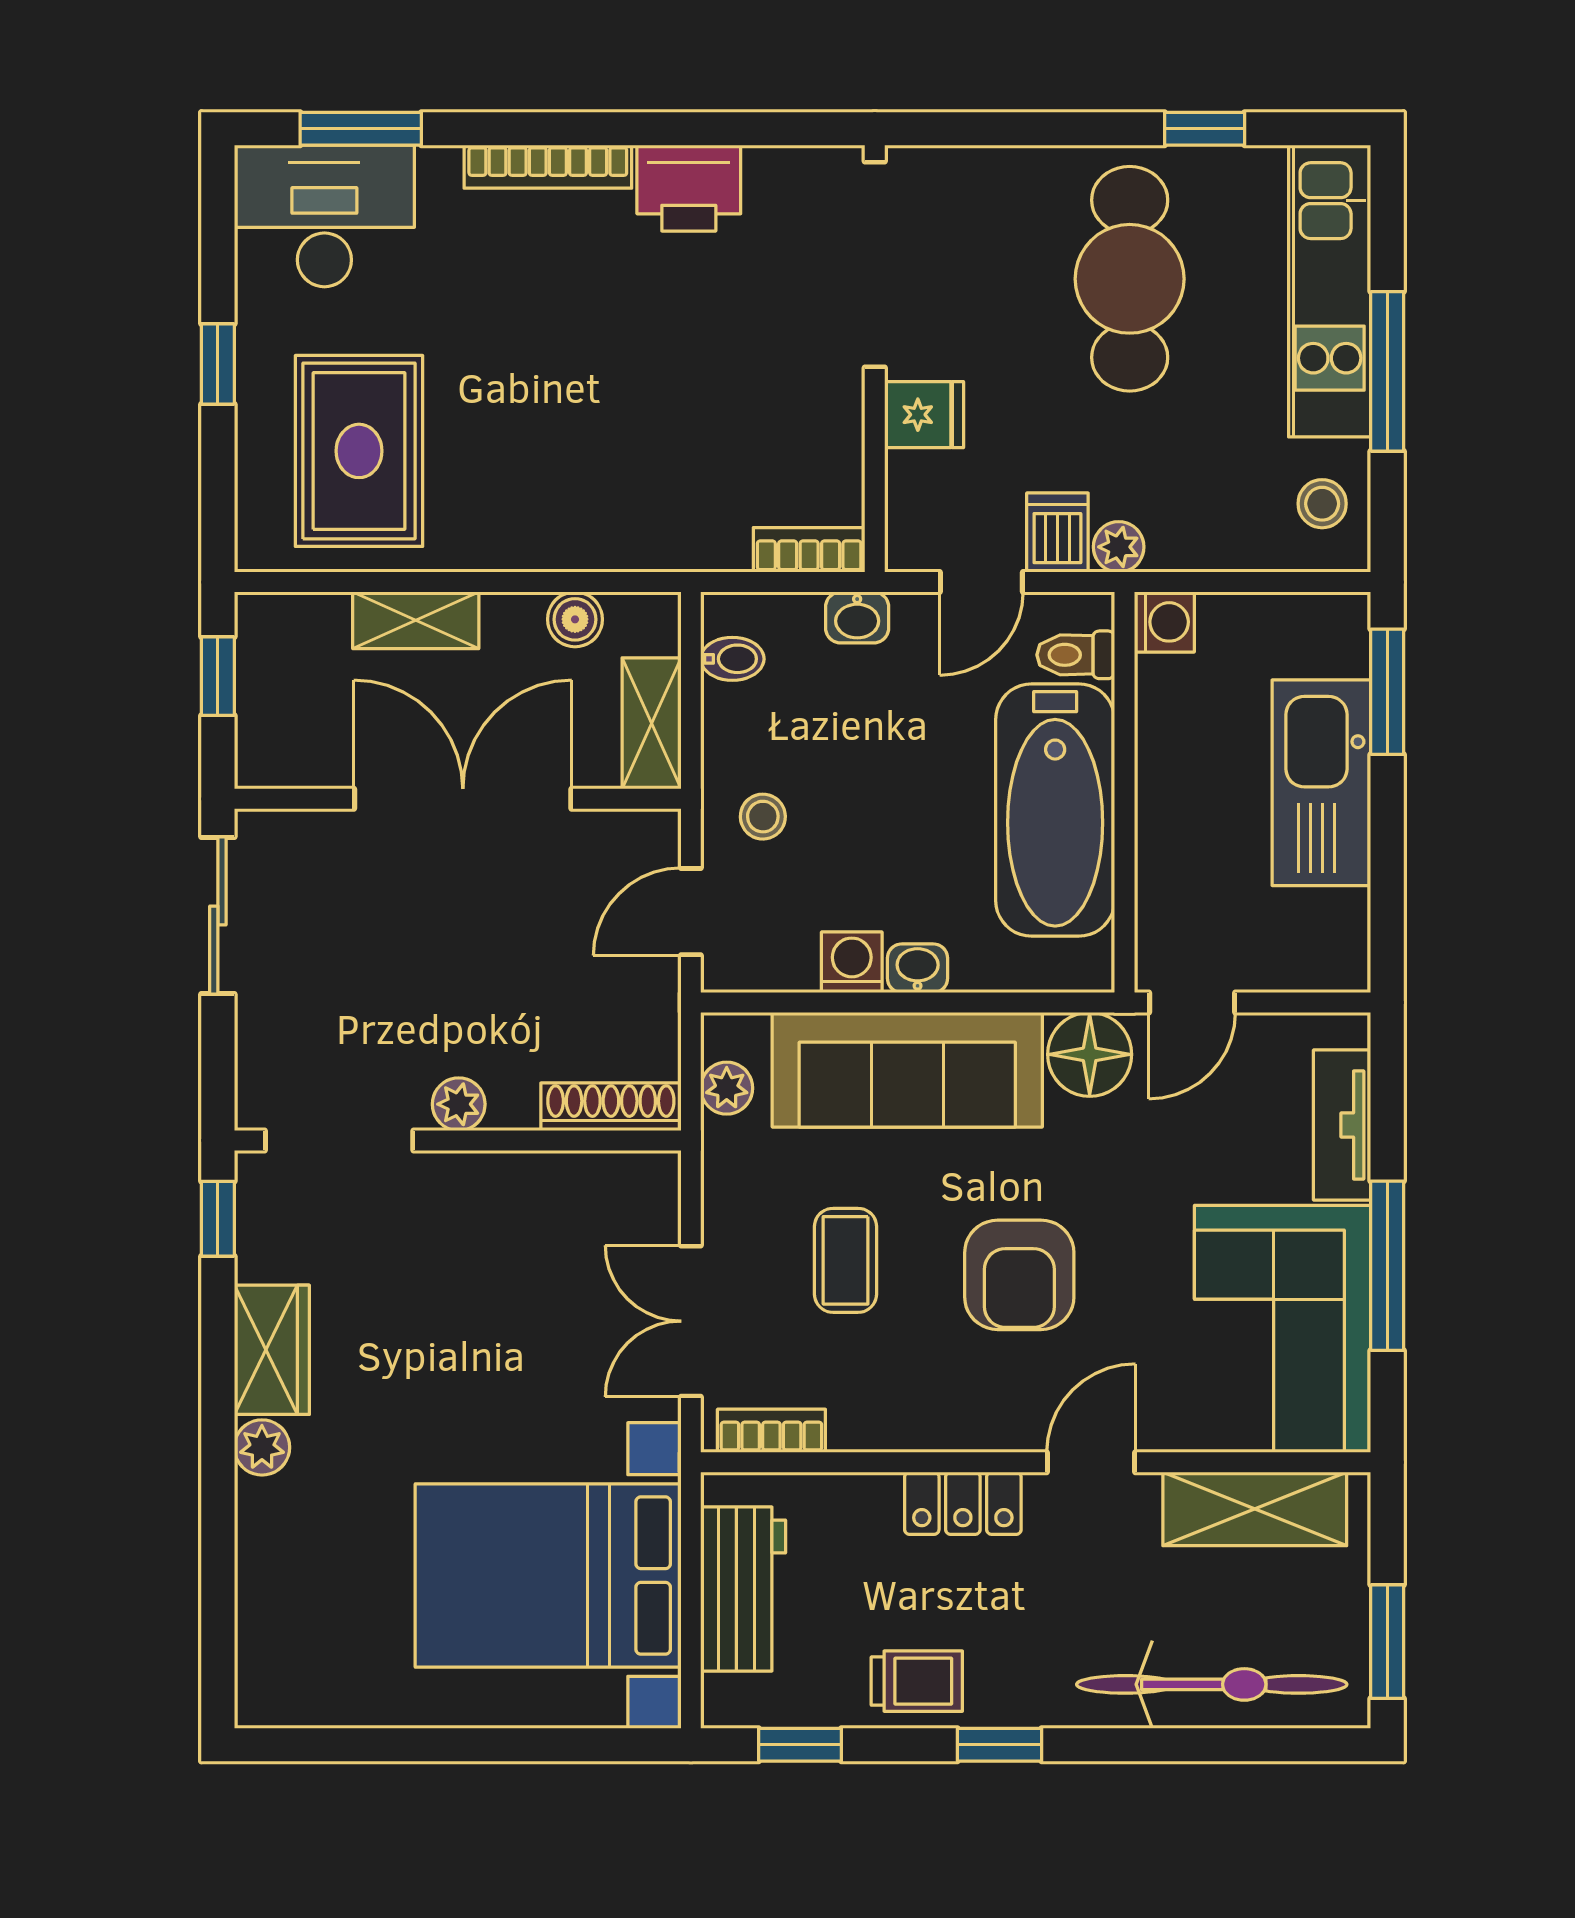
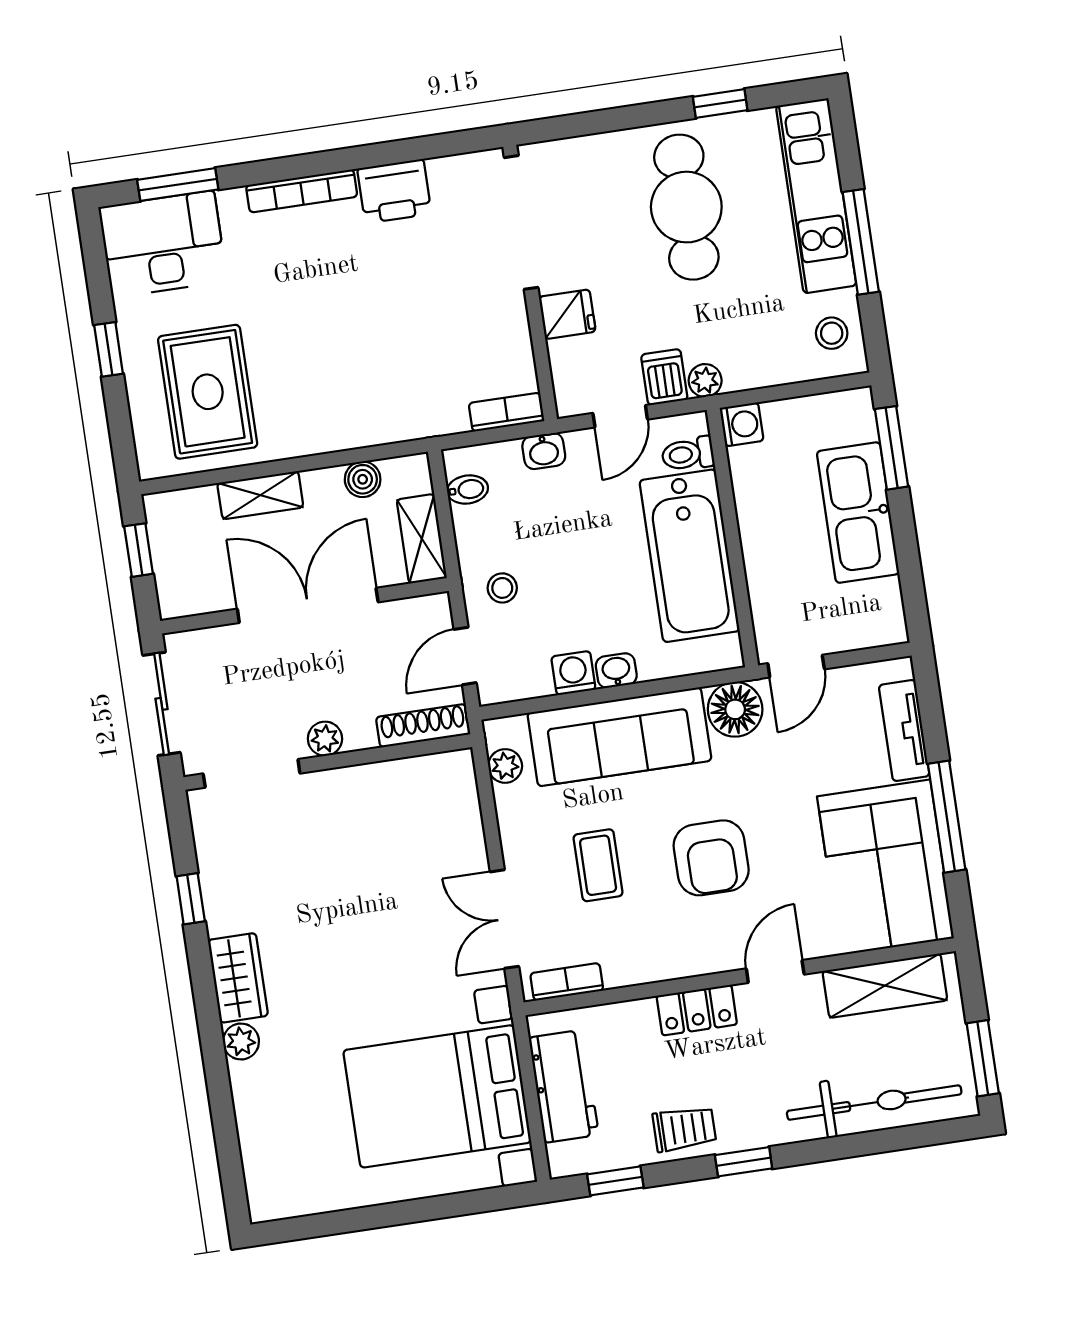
plant: (459, 1104) -> (325, 739), moved
shoe rack: (611, 1107) -> (423, 726), moved
doorway: (339, 1140) -> (252, 773), moved
wall: (458, 1140) -> (328, 762), moved

